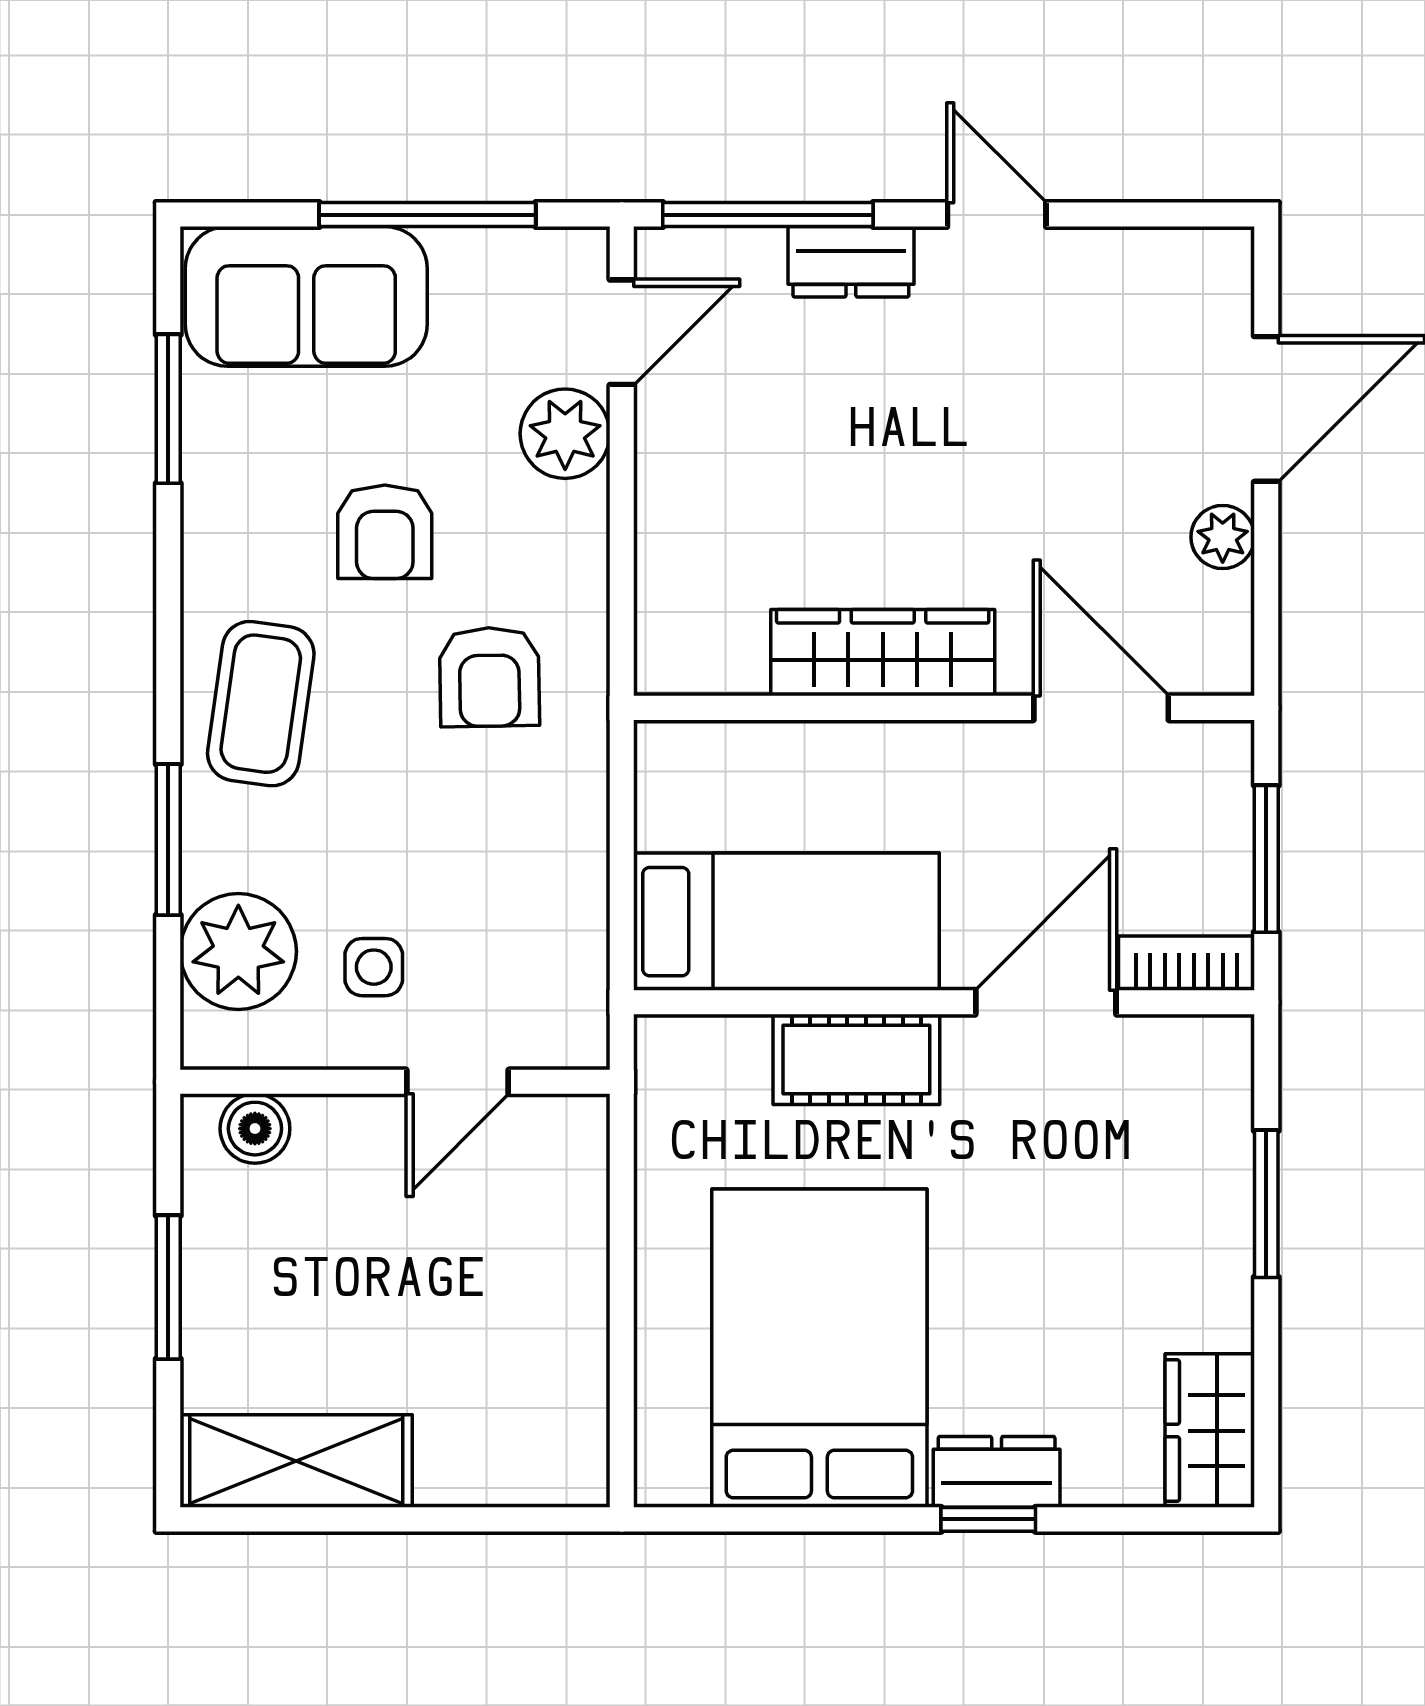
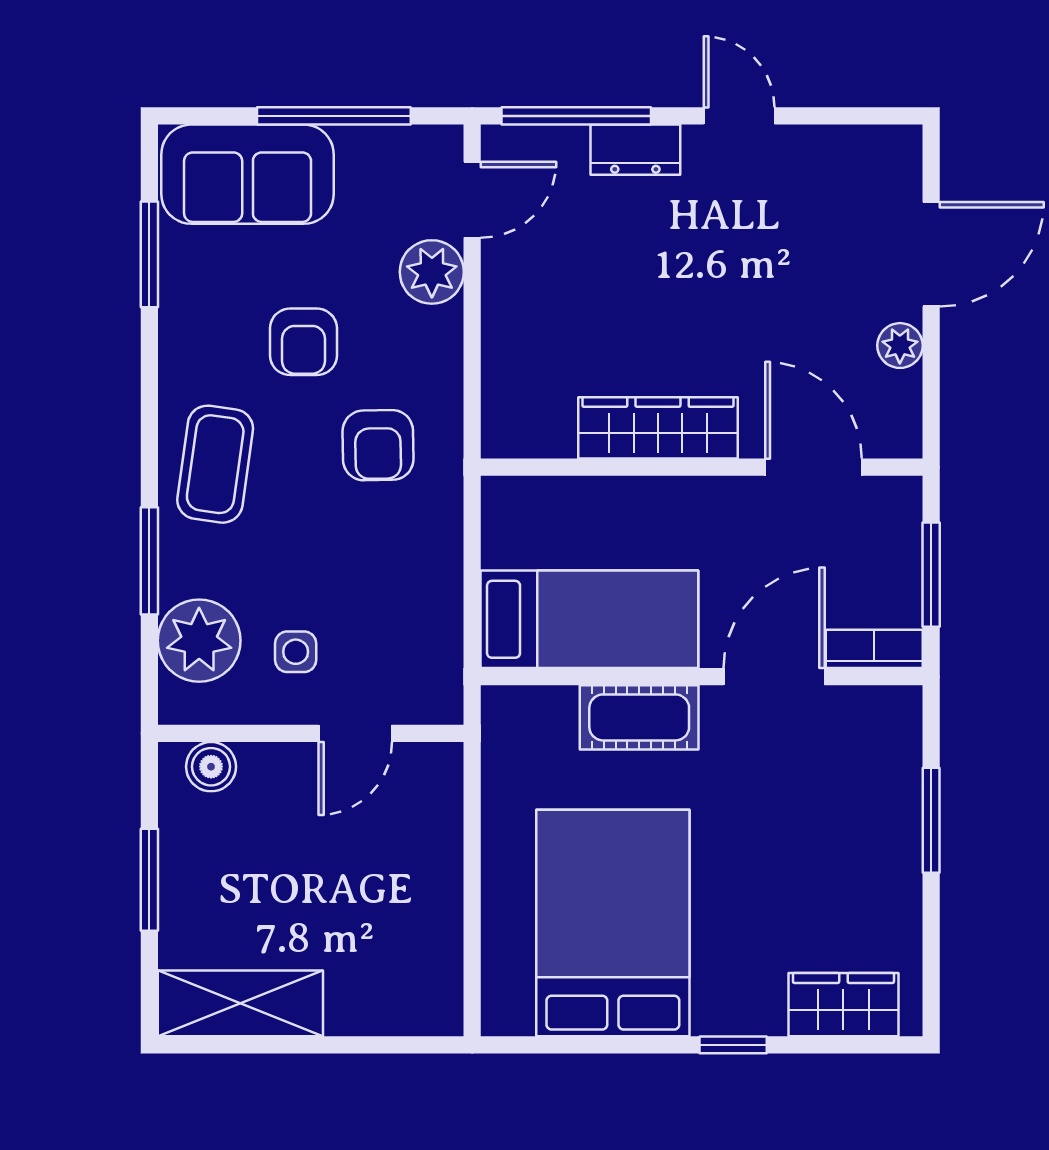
wardrobe: (1210, 1431) -> (843, 1005), moved, turned 90
dresser: (997, 1472) -> (739, 1011), removed

